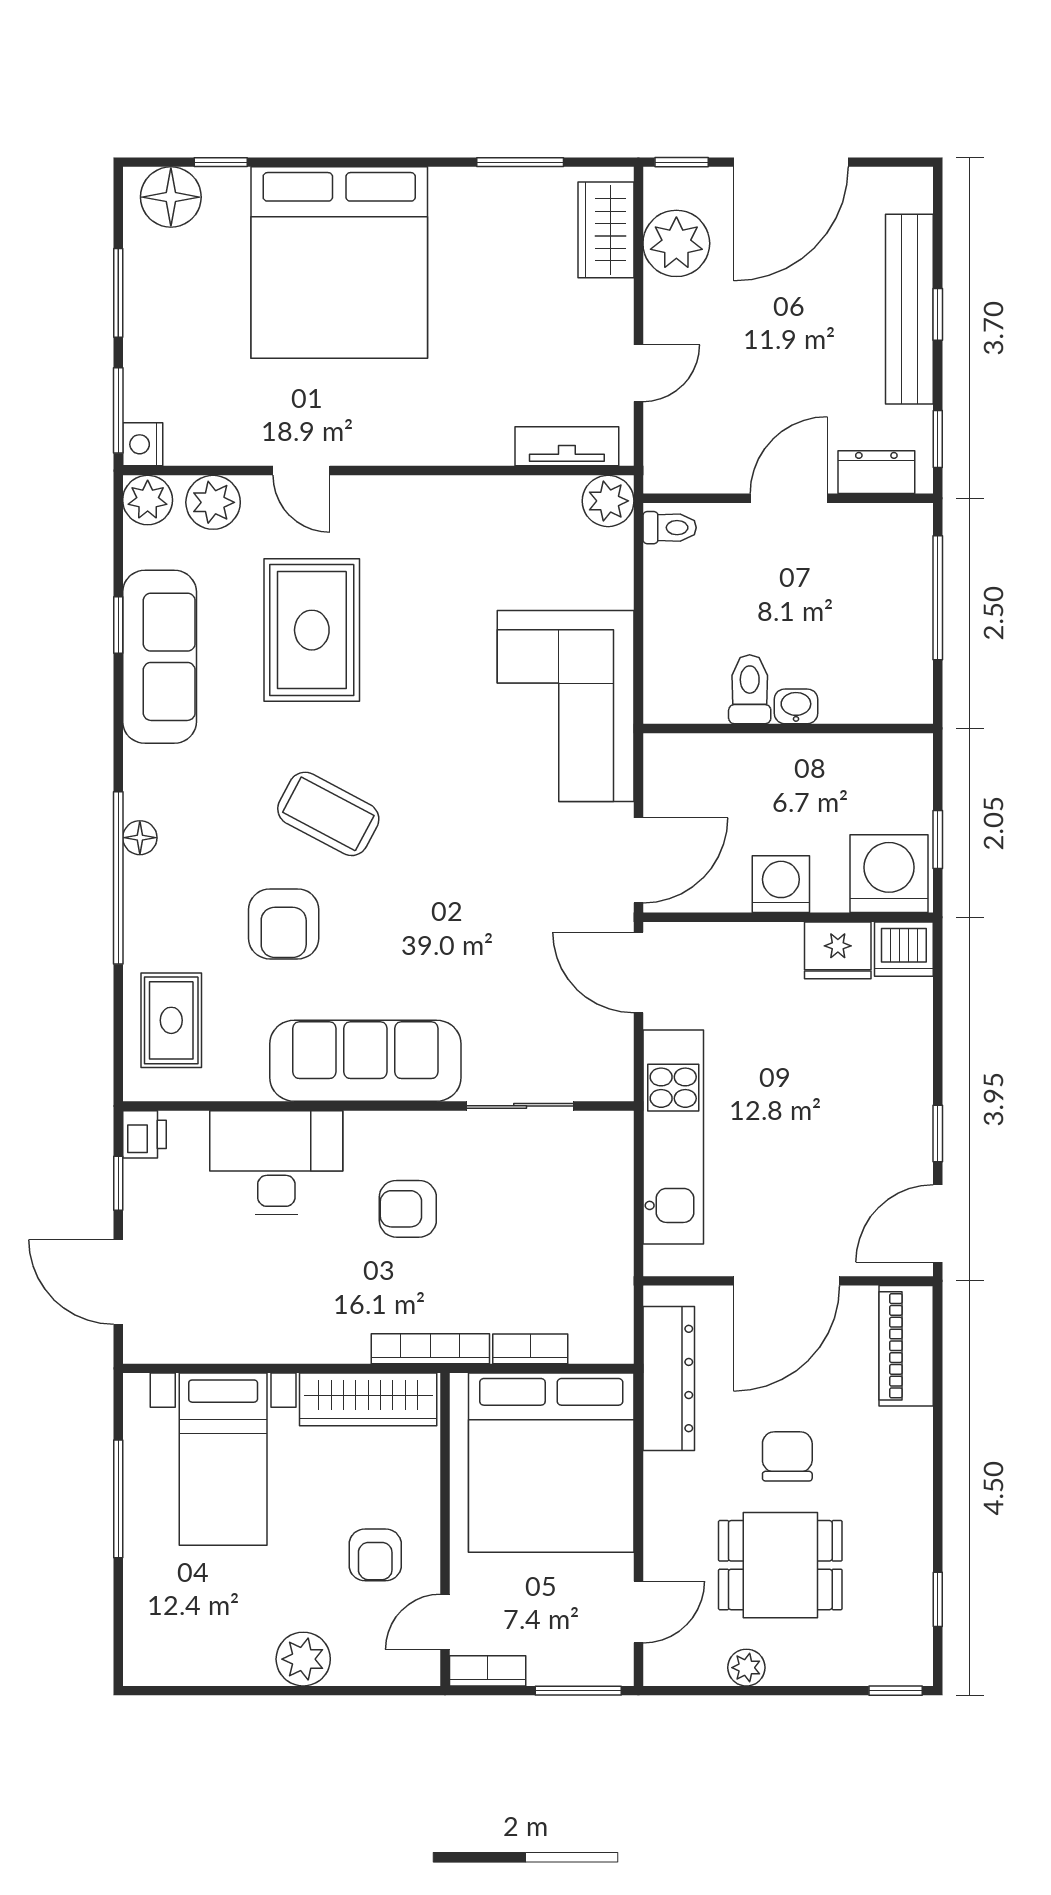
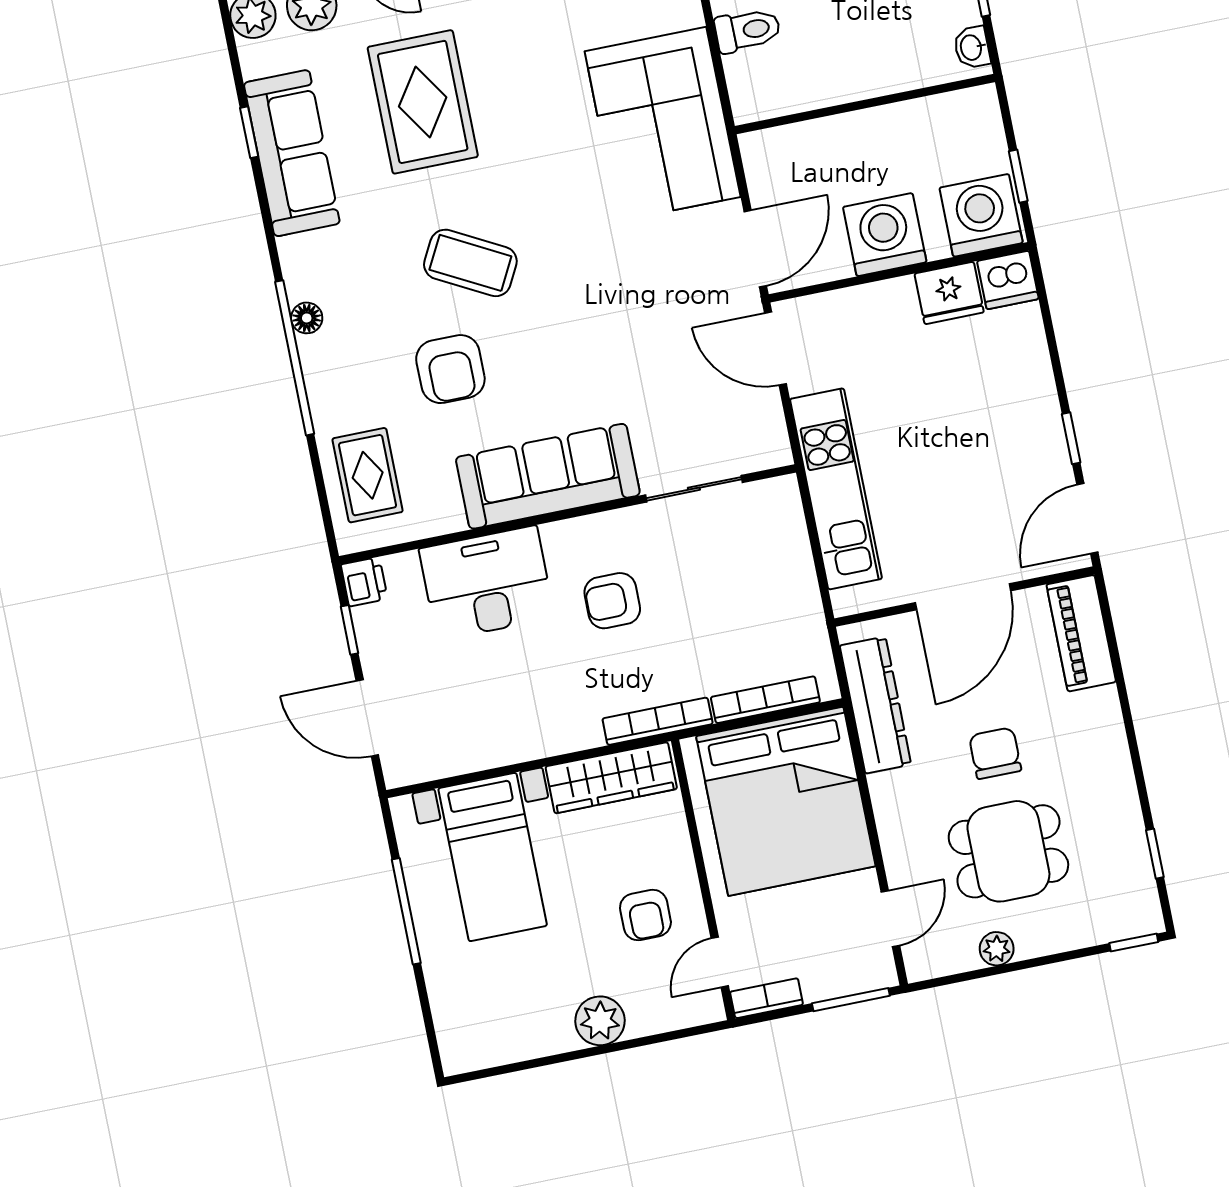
toilet: (750, 689) -> (748, 30), moved, turned 90
washbasin: (796, 706) -> (972, 47), moved, turned -90
washing machine: (781, 884) -> (885, 235), width x1.37, depth x1.37
bookcase: (530, 1349) -> (765, 700), width x1.56

